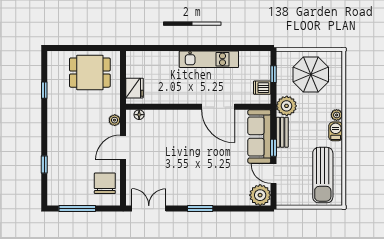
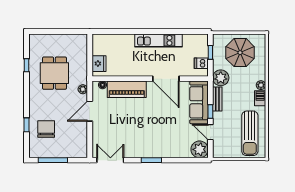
dining table: (90, 73) -> (54, 73), moved, turned 90
piano: (169, 120) -> (127, 89), added
chair: (105, 183) -> (46, 129), moved

